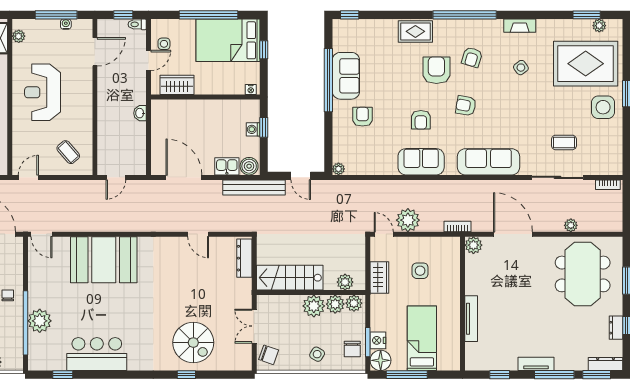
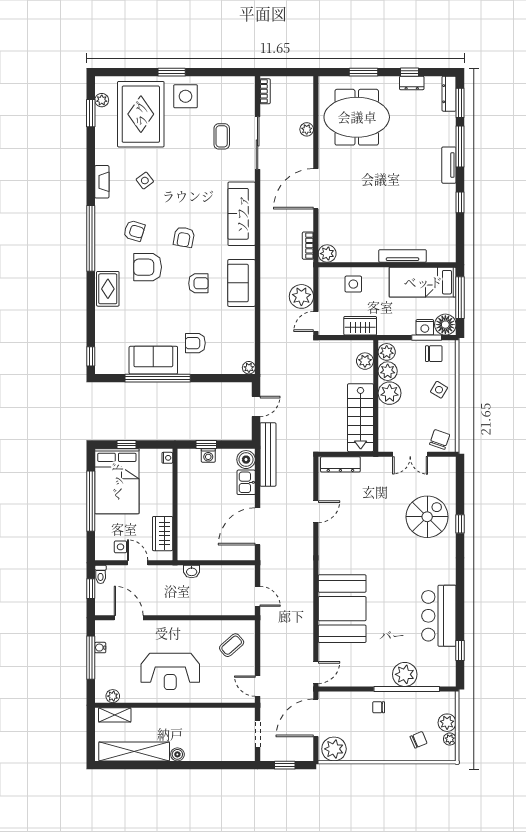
plant: (473, 245) -> (327, 254), moved
wall: (463, 304) -> (387, 265), moved
tv unit: (471, 319) -> (403, 256), moved

